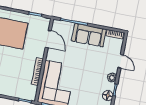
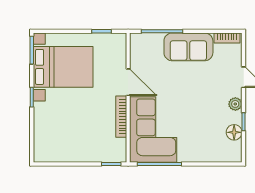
door: (48, 39) -> (128, 82), moved

